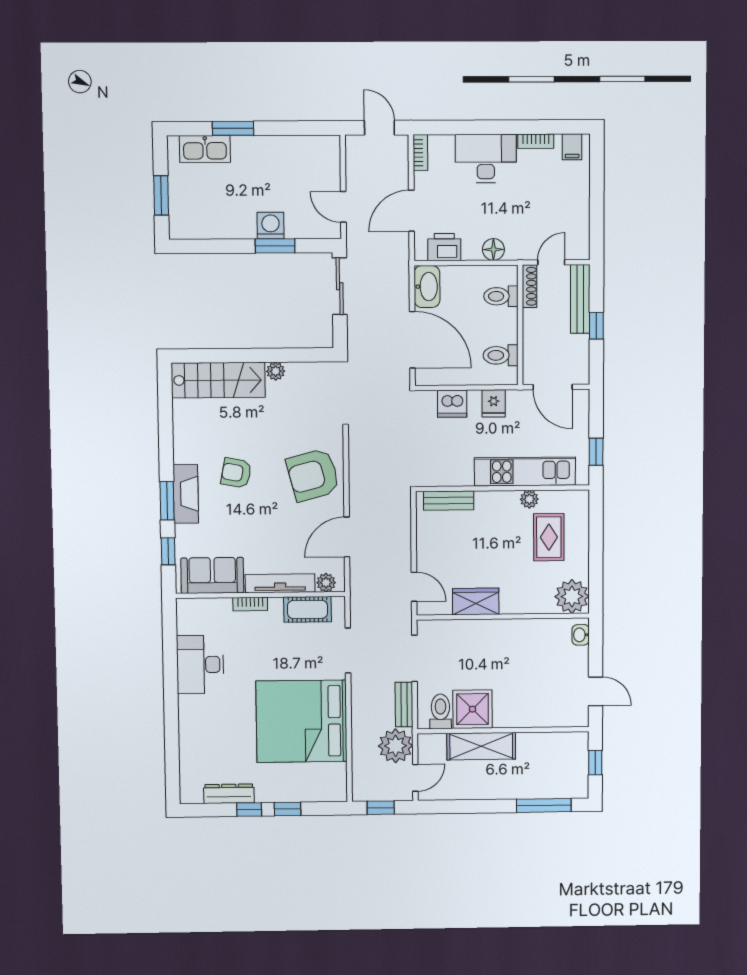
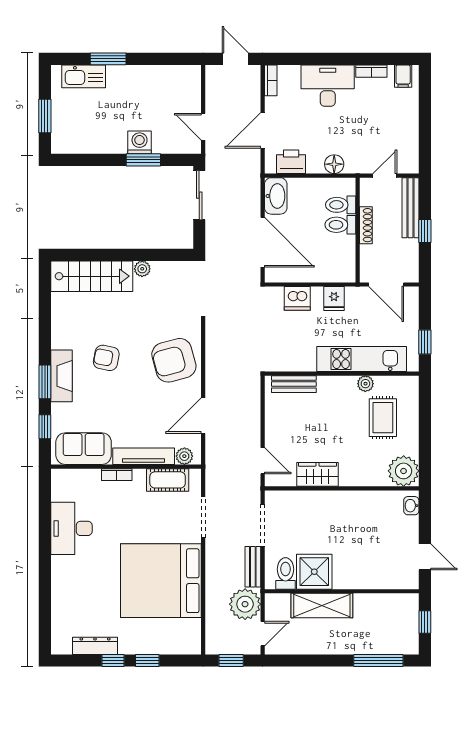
shoe rack: (530, 286) -> (366, 225), moved
toilet: (501, 355) -> (340, 225), moved

